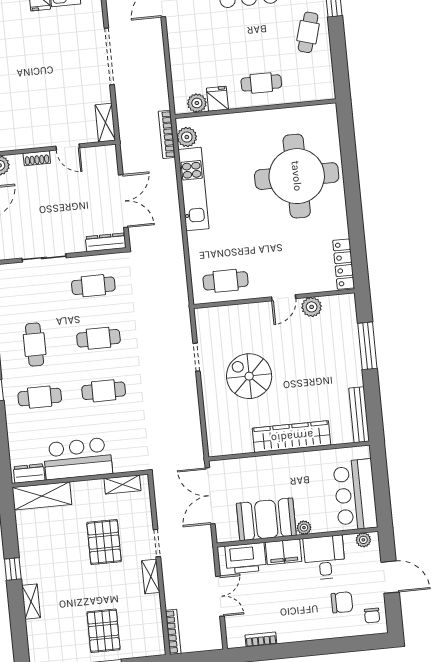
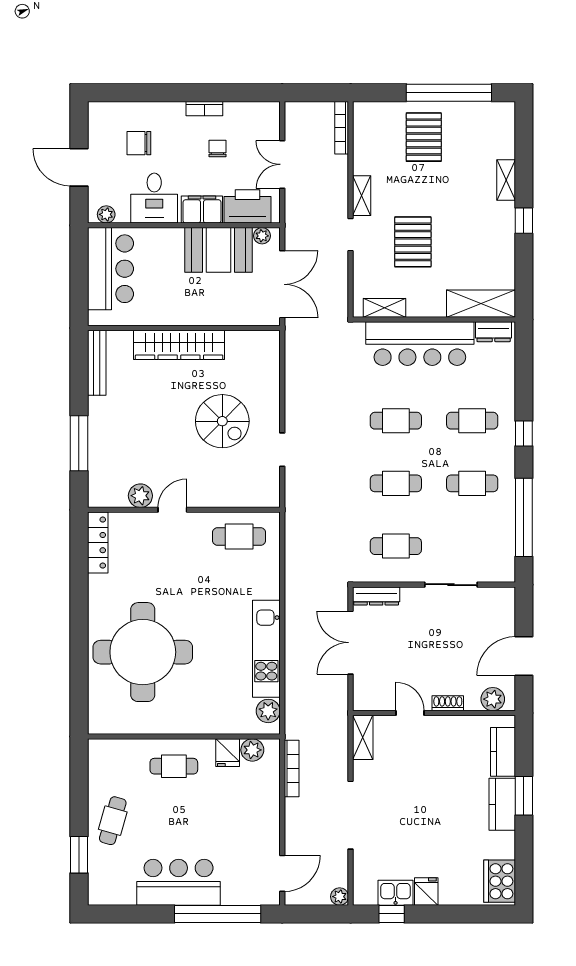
bookcase: (167, 134) -> (292, 768), moved
cafe table: (35, 345) -> (472, 483), turned 90
bar counter: (78, 459) -> (420, 344), width x1.36
plant: (304, 528) -> (262, 236), moved
chair: (372, 615) -> (217, 148), moved
bookcase: (261, 639) -> (204, 109), moved

